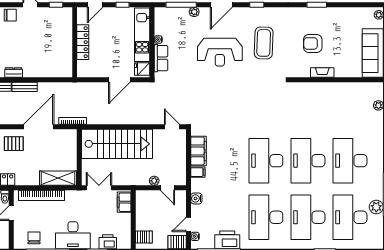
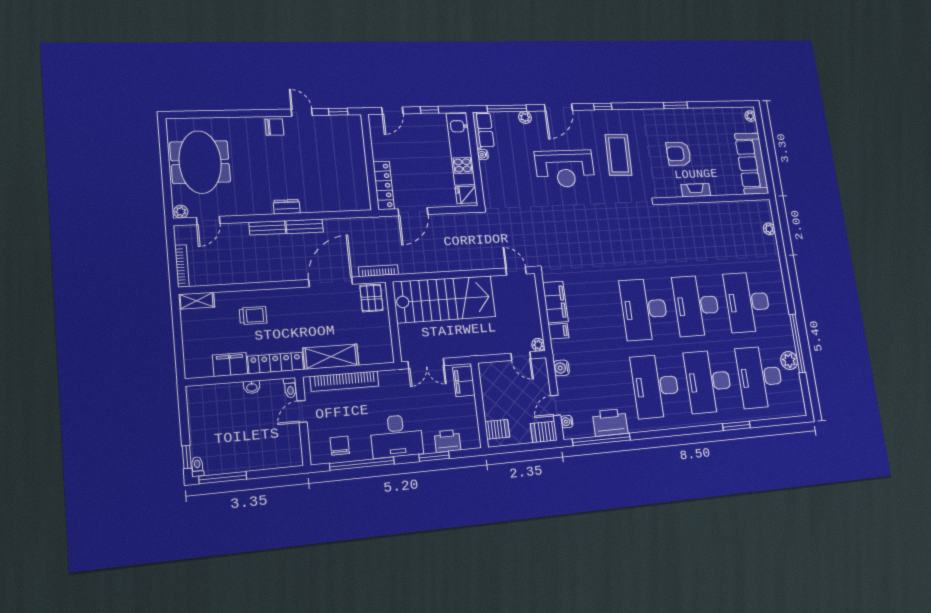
locker: (83, 42) -> (384, 185), moved
row of seats: (161, 58) -> (483, 130), moved
door: (119, 80) -> (413, 212), moved
pallet: (14, 144) -> (371, 298), moved, turned 90
shelving: (58, 178) -> (331, 357), moved
plant: (154, 181) -> (538, 345), moved
double door: (99, 188) -> (426, 364), swing flipped

